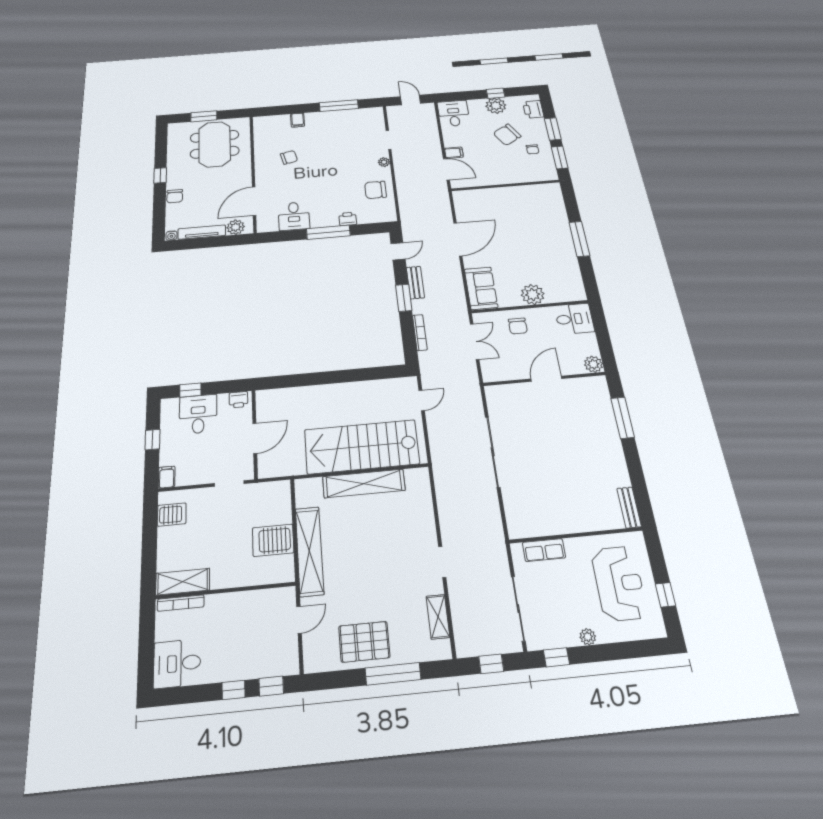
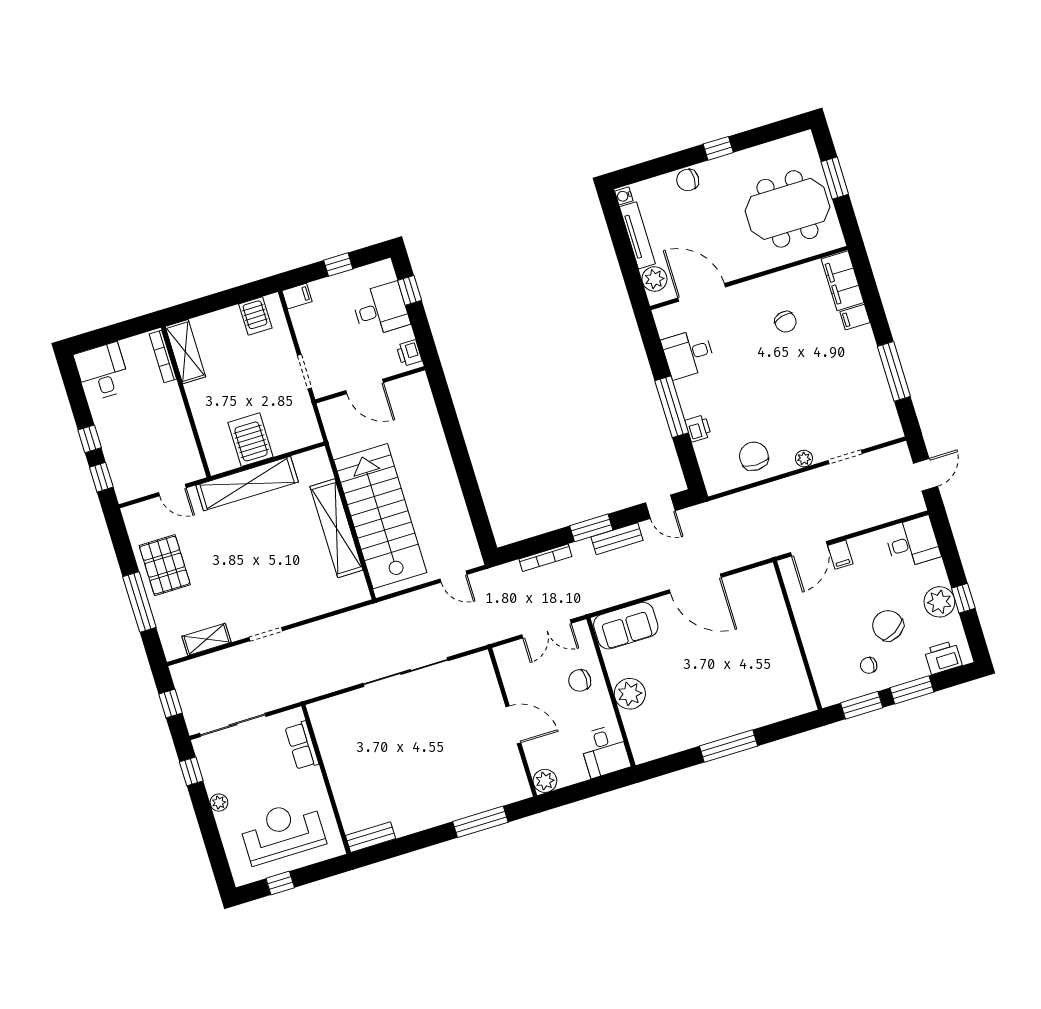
filing cabinet: (272, 123) -> (843, 281), added
reception desk: (619, 583) -> (282, 832), turned 180

